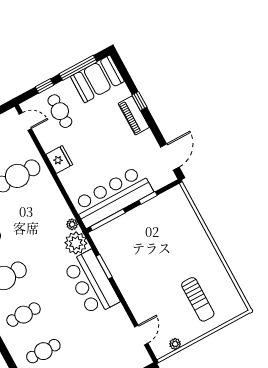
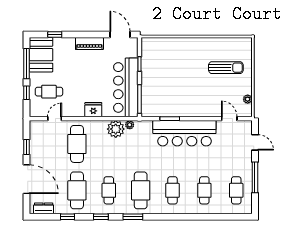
window: (139, 101) -> (55, 34), moved
piano: (134, 115) -> (89, 44), moved
door: (25, 121) -> (55, 119), moved
fridge: (59, 160) -> (93, 110), moved
plant: (76, 243) -> (116, 129), moved
bar counter: (91, 283) -> (184, 133), width x1.36

